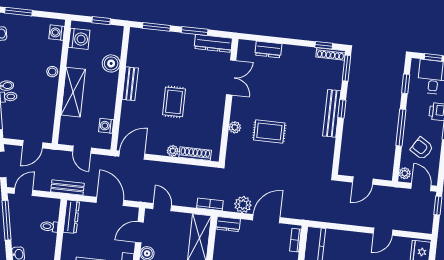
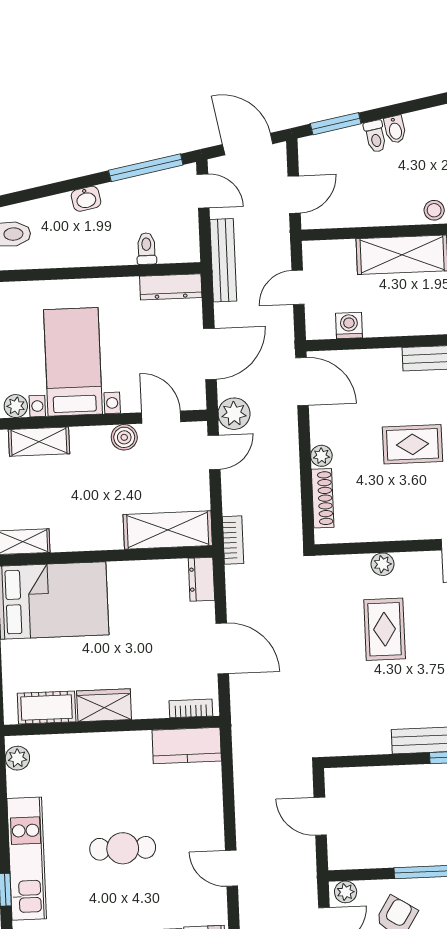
door: (33, 144) -> (294, 195), swing flipped
bench: (67, 188) -> (223, 260), width x1.36
plant: (243, 205) -> (234, 414), moved

